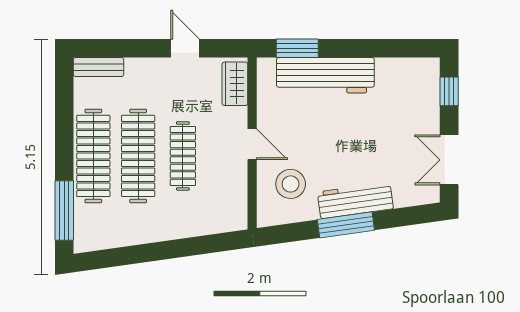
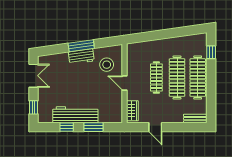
window: (297, 48) -> (94, 127), moved
window: (377, 48) -> (67, 127), added
workbench: (325, 75) -> (75, 115), moved
workbench: (355, 200) -> (81, 56), width x0.73
window: (64, 211) -> (211, 52), width x0.46

